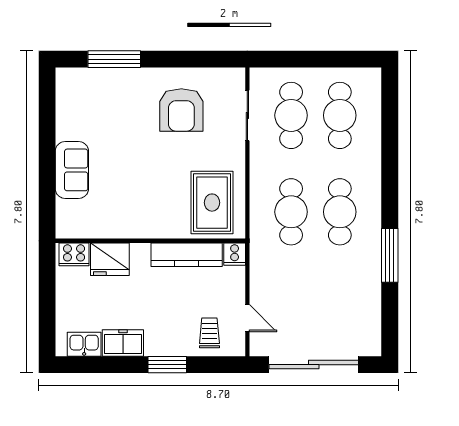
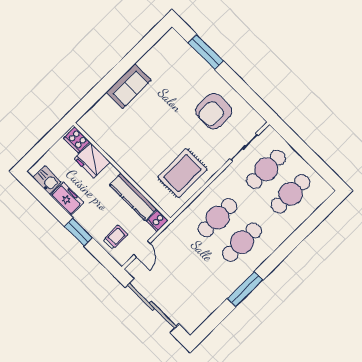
wall: (150, 241) -> (122, 172), moved
cooker: (74, 254) -> (77, 140), moved
cooker: (235, 254) -> (157, 221), moved
kitchen counter: (187, 255) -> (133, 197), moved
fridge: (110, 259) -> (92, 161), moved

